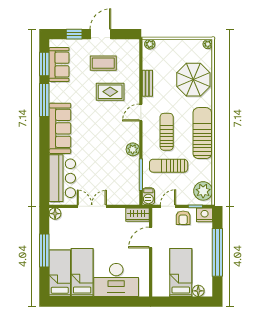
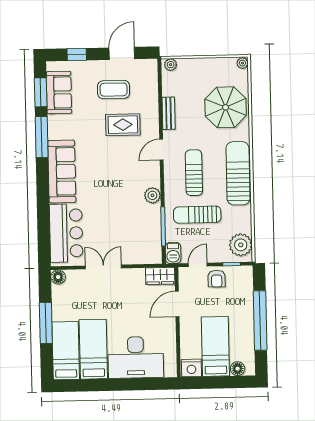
door: (100, 34) -> (122, 53), moved
nightstand: (205, 215) -> (191, 368), moved, turned 180

